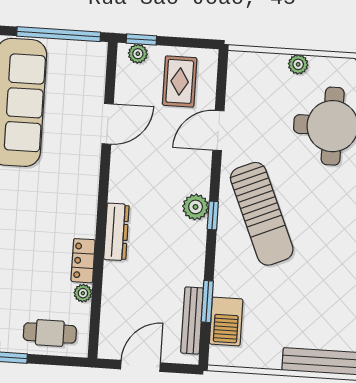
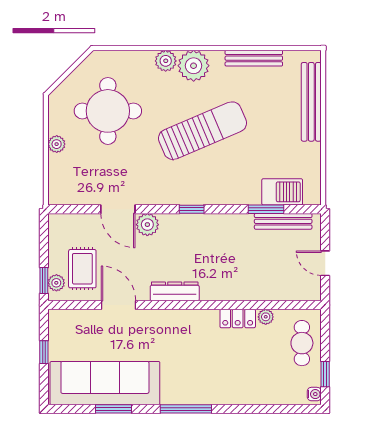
window: (59, 34) -> (44, 352), width x0.32
rug: (180, 81) -> (82, 269), moved, turned 90
plant: (196, 207) -> (147, 225), moved
sun lounger: (262, 214) -> (202, 131), moved
dresser: (116, 232) -> (175, 291), moved
door: (140, 366) -> (325, 263), width x0.73

